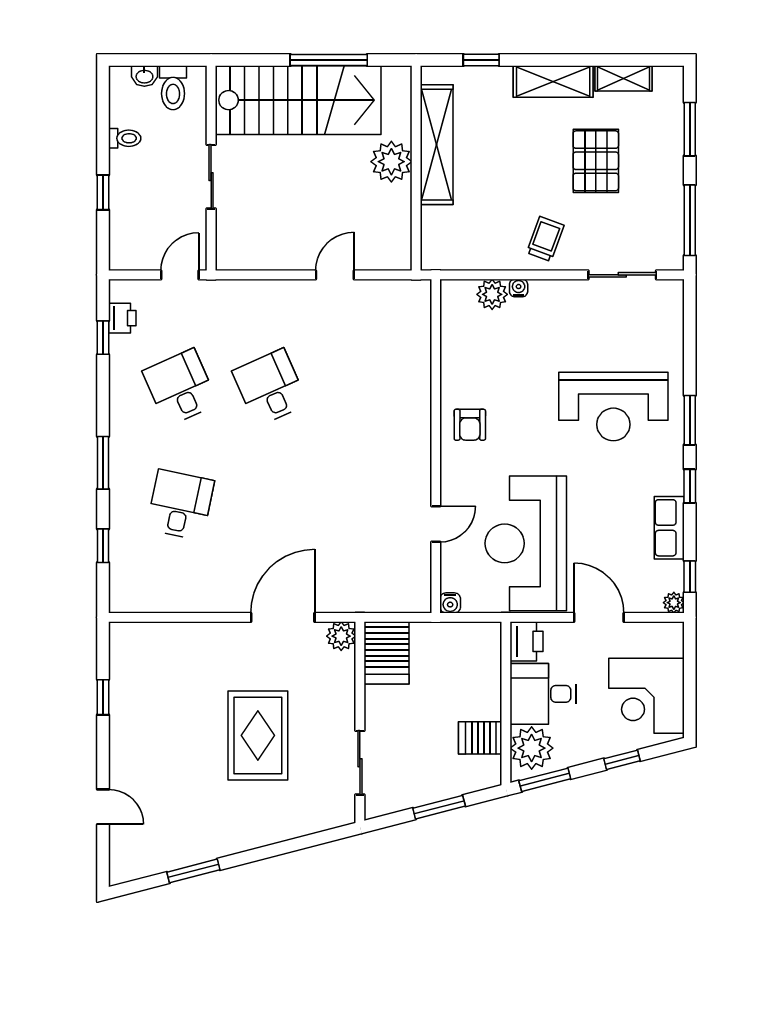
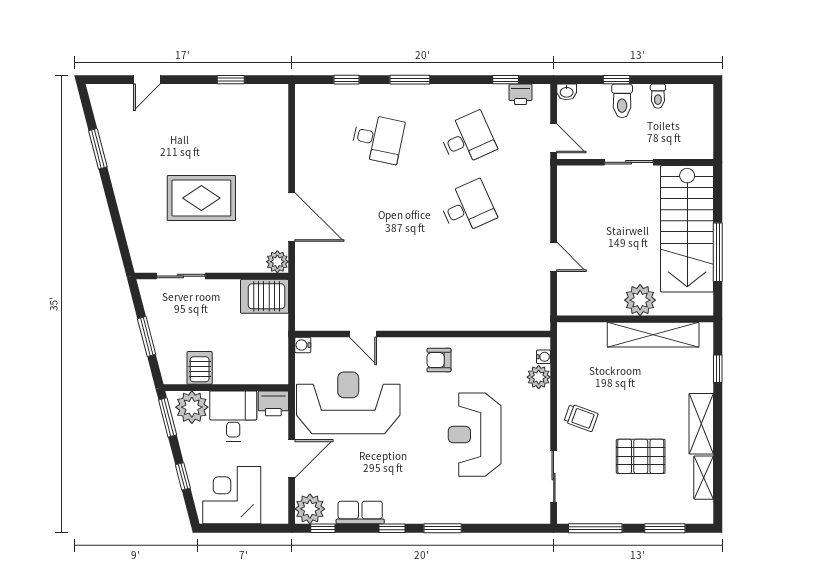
washbasin: (144, 76) -> (567, 92), moved, turned -90
toilet: (173, 88) -> (622, 101), moved, turned -90
water cooler: (519, 288) -> (544, 357), moved
reception desk: (613, 407) -> (475, 435), moved
plant: (674, 603) -> (310, 509), width x1.88, depth x1.88

